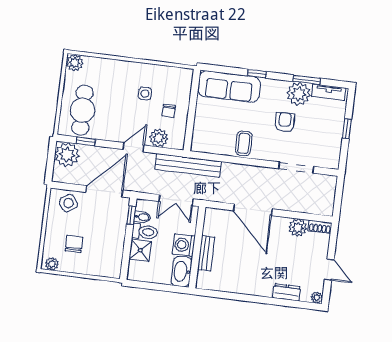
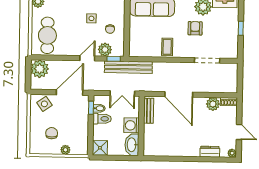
window: (86, 141) -> (114, 59), moved
shower: (140, 250) -> (100, 148), moved
bench: (206, 253) -> (149, 111), moved
plant: (52, 264) -> (65, 150), moved

